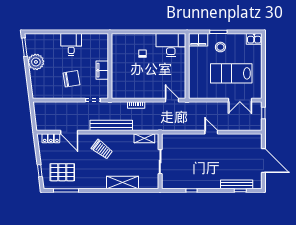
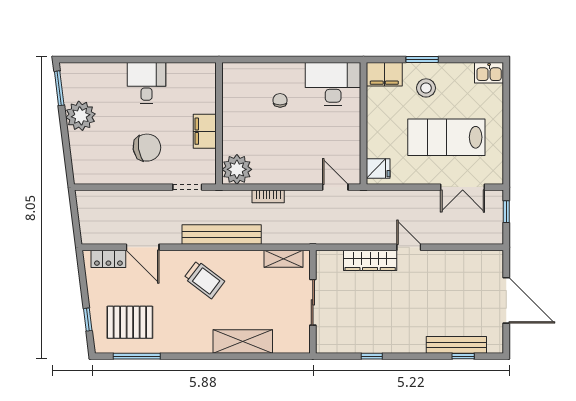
fridge: (195, 90) -> (378, 169), added
plant: (119, 91) -> (237, 169), added
wardrobe: (191, 139) -> (370, 260), added

